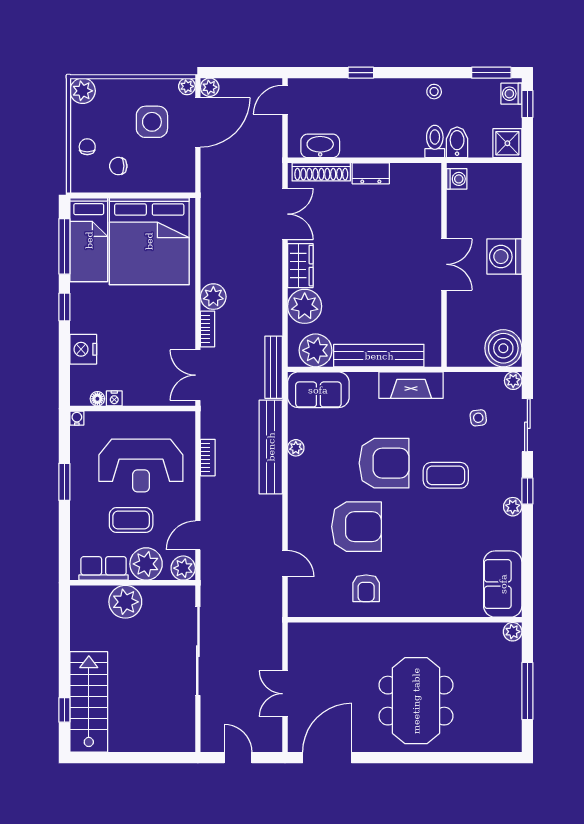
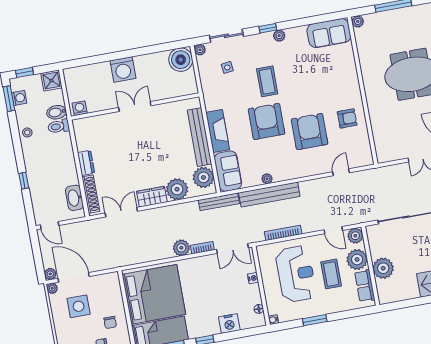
washing machine: (511, 94) -> (19, 98), moved, turned -90
fireplace: (411, 385) -> (218, 131), moved
nightstand: (114, 398) -> (253, 278), moved
bookcase: (208, 458) -> (283, 233), width x1.56

